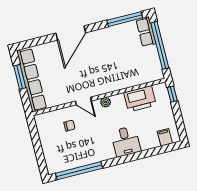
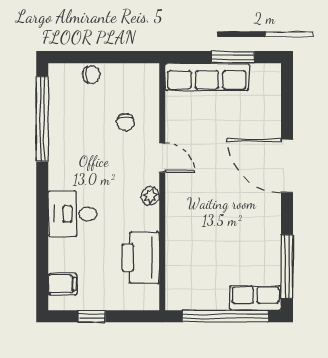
row of seats: (32, 80) -> (207, 77), width x0.73
window: (172, 94) -> (92, 316), moved
door: (83, 101) -> (162, 158), swing flipped
chair: (48, 150) -> (91, 75), added

